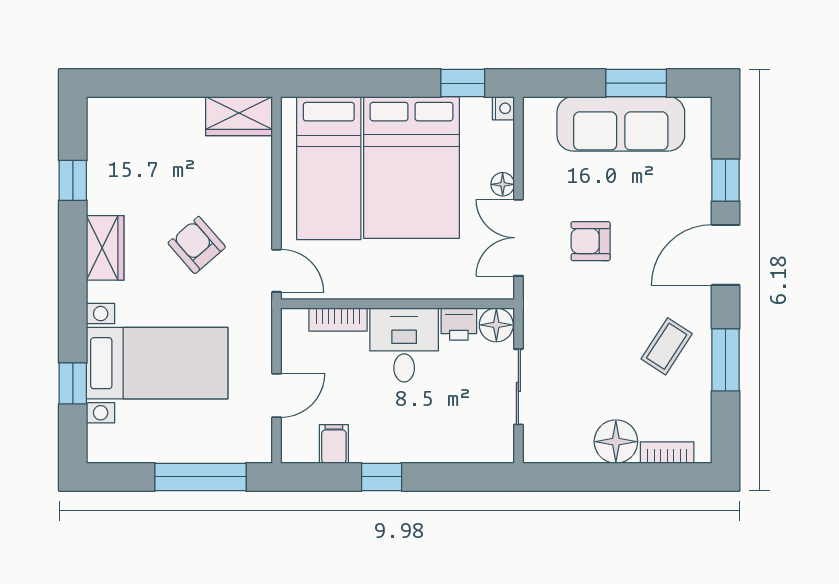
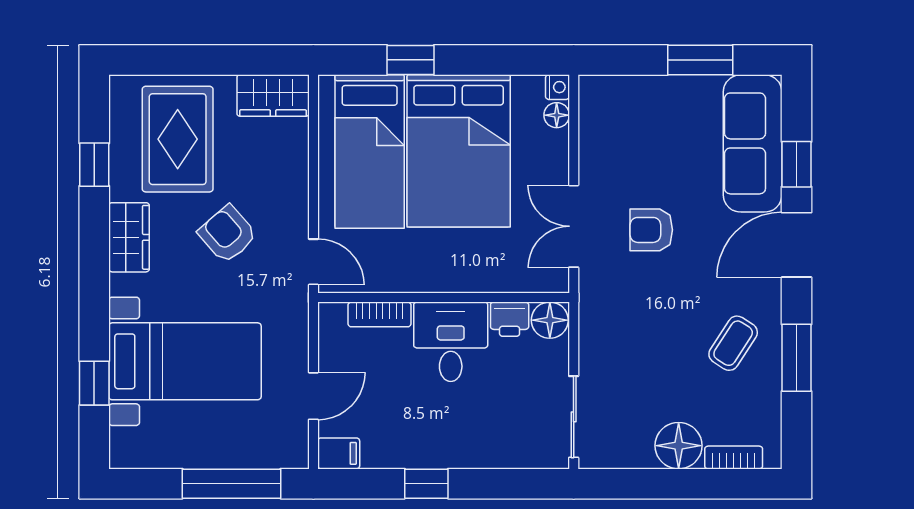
window: (463, 83) -> (410, 60), moved
sofa: (621, 124) -> (753, 143), moved, turned 90
rug: (150, 157) -> (178, 139), added
floor lamp: (503, 184) -> (557, 115), moved
sliding door: (518, 387) -> (574, 417), moved
filing cabinet: (334, 444) -> (339, 453), moved, turned 90

